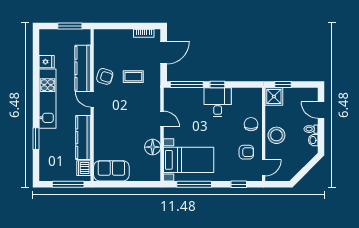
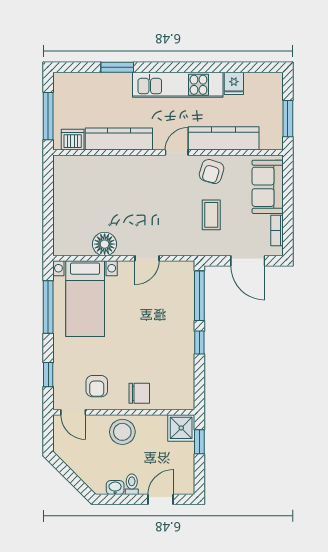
desk: (218, 102) -> (172, 343), removed
sofa: (111, 171) -> (268, 187), moved, turned 180

